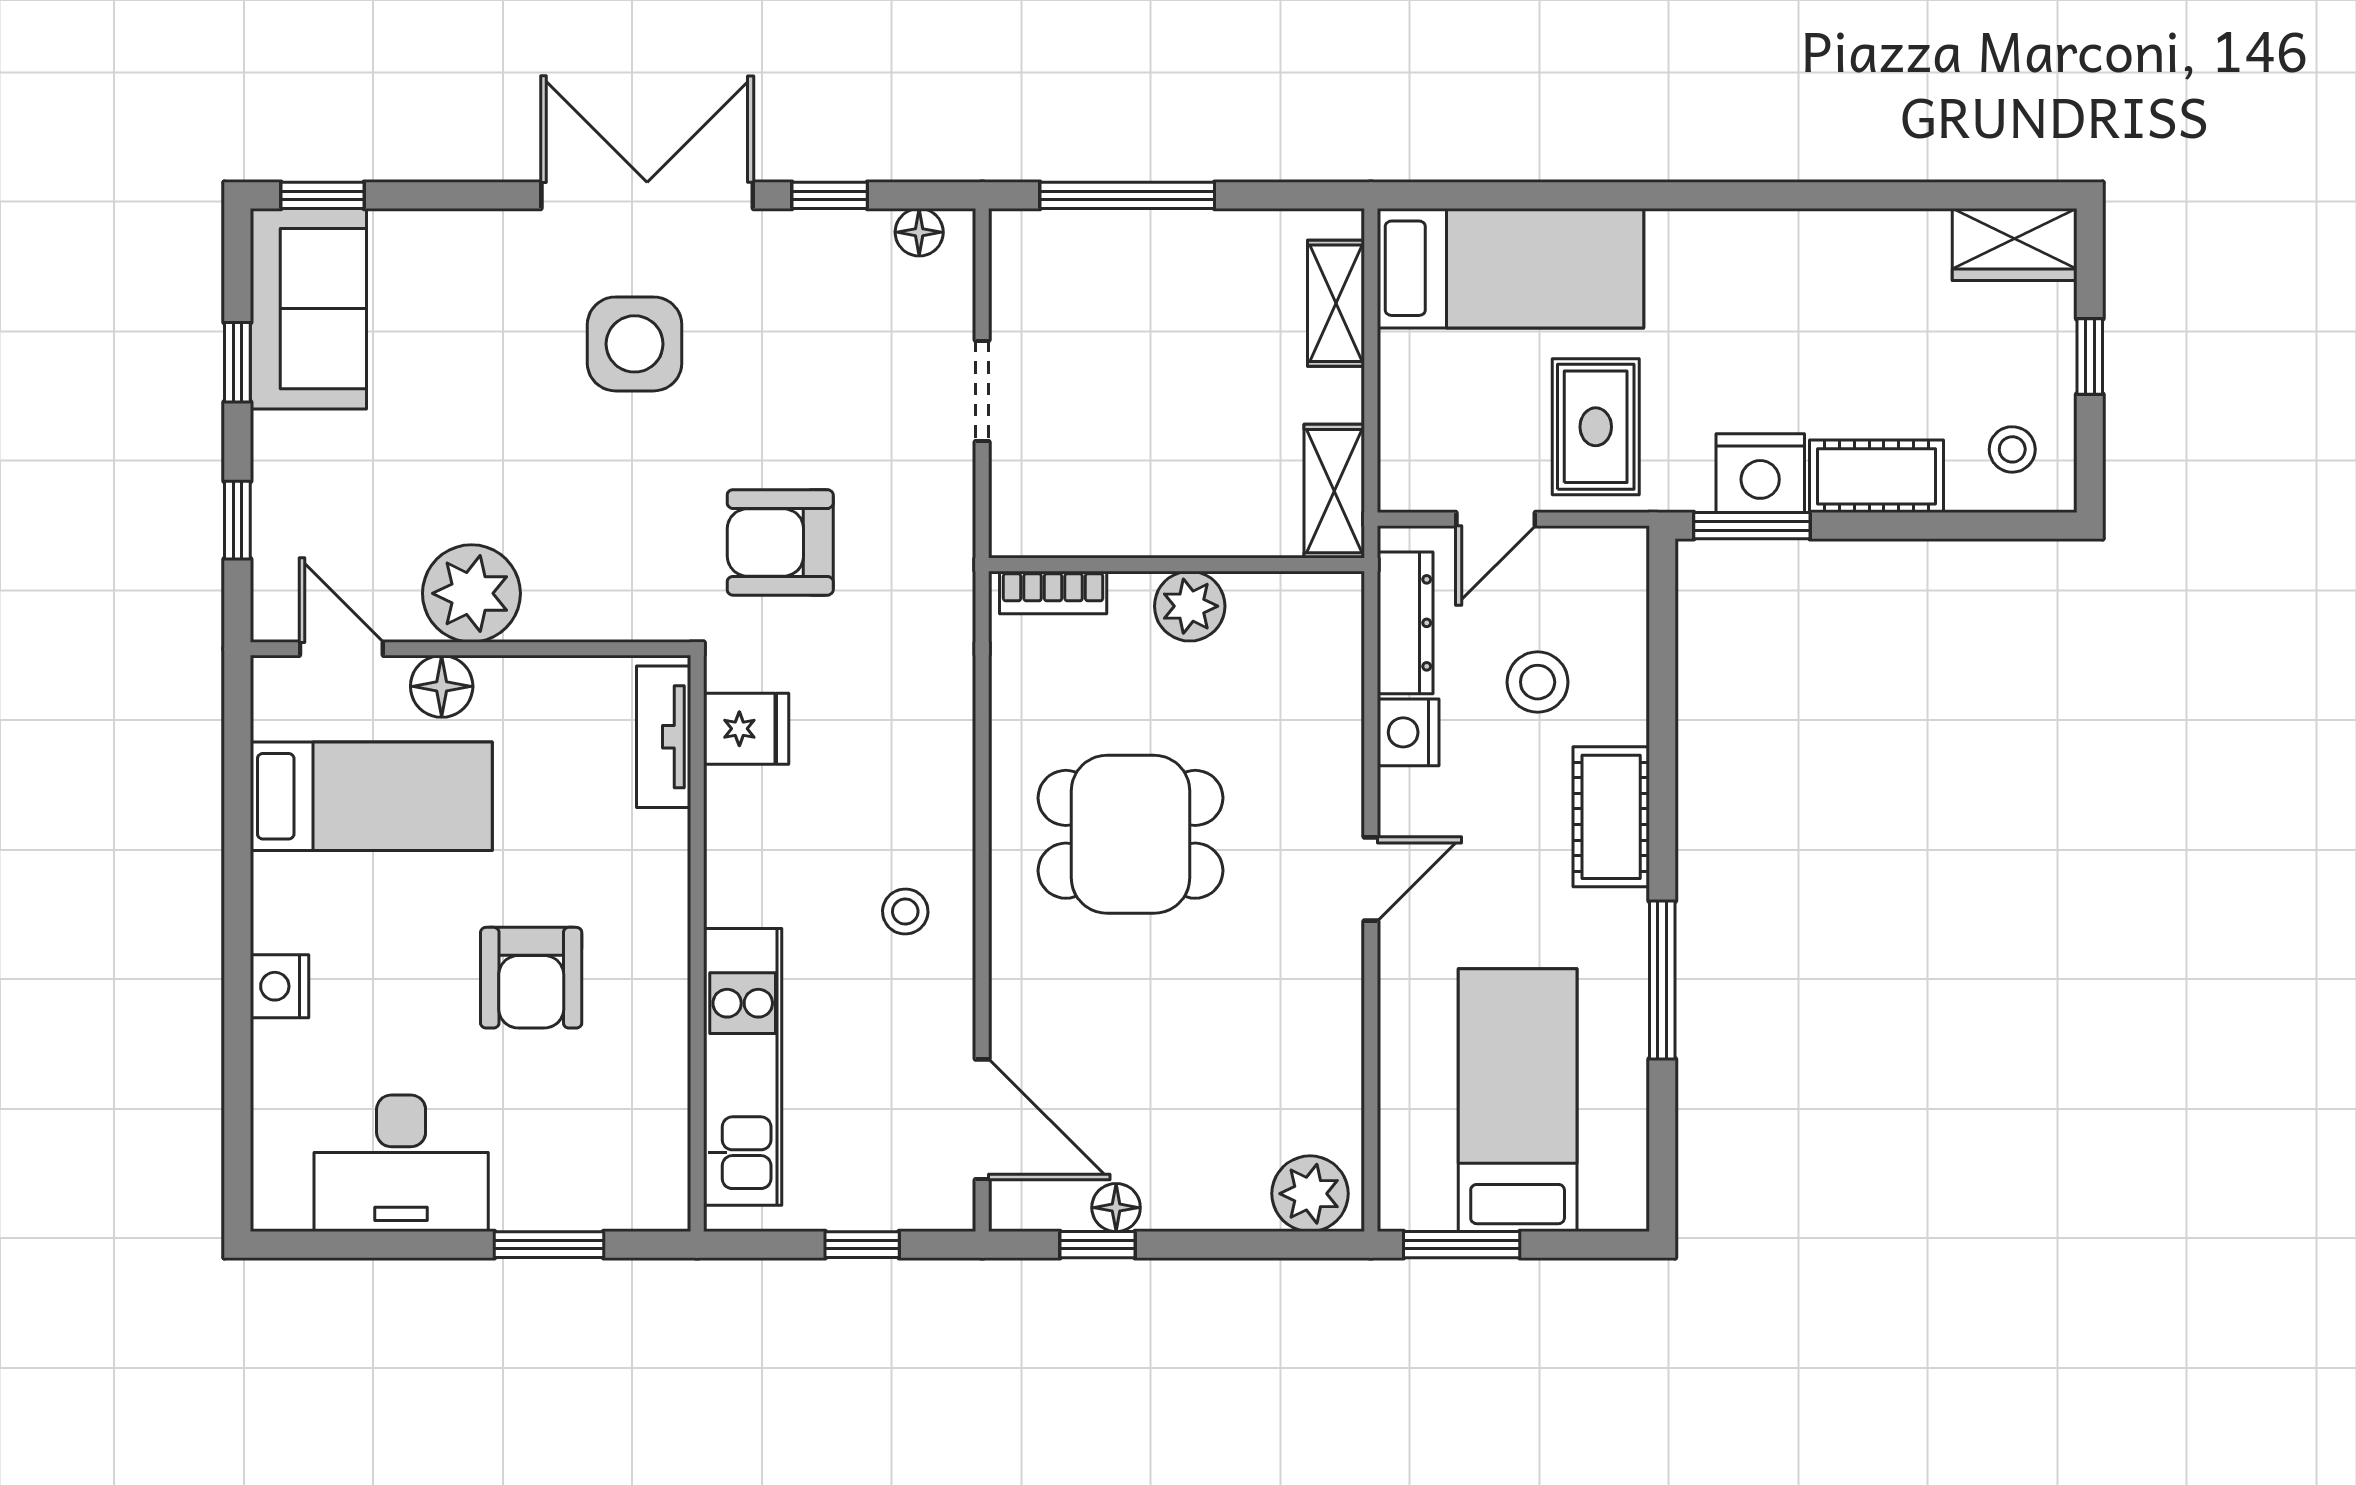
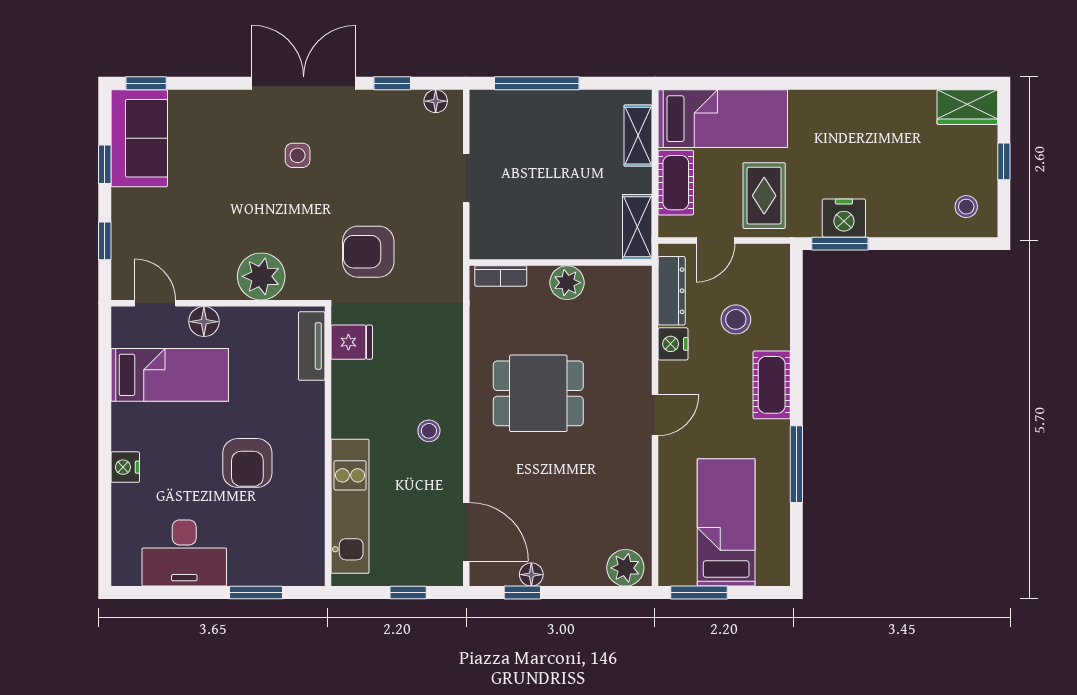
side table: (635, 344) -> (298, 155), width x0.54, depth x0.54
cot: (1876, 476) -> (676, 183), moved, turned 90
plant: (471, 593) -> (261, 276), moved

